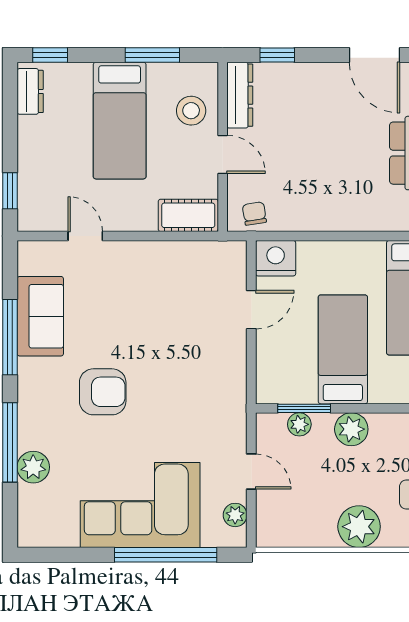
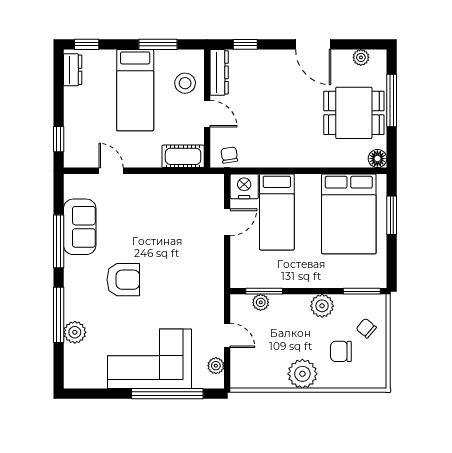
bed: (343, 349) -> (277, 212), moved, turned 180
plant: (351, 429) -> (322, 306), moved

